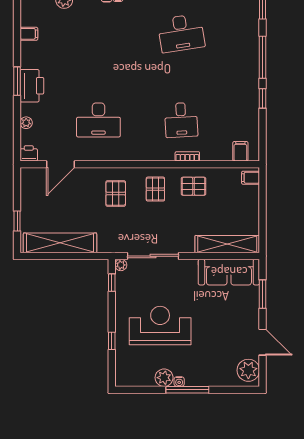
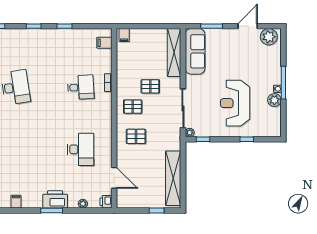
window: (263, 57) -> (34, 26), width x0.46
pallet: (193, 186) -> (150, 86), moved, turned 90

